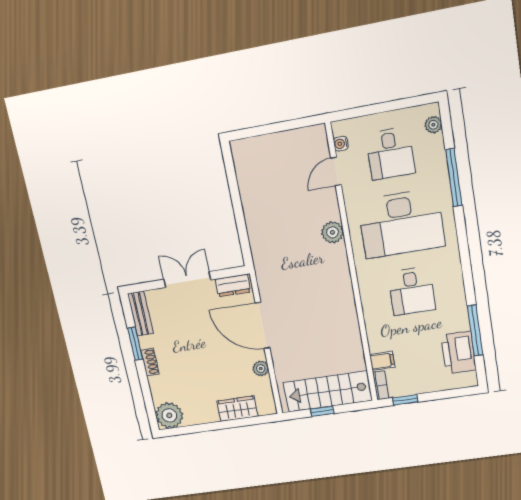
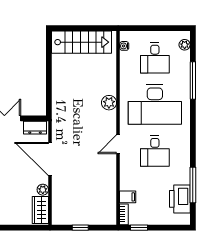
door: (336, 171) -> (118, 144), moved
stairs: (328, 392) -> (82, 42), moved, turned 180
wardrobe: (237, 409) -> (40, 210), moved, turned -90

